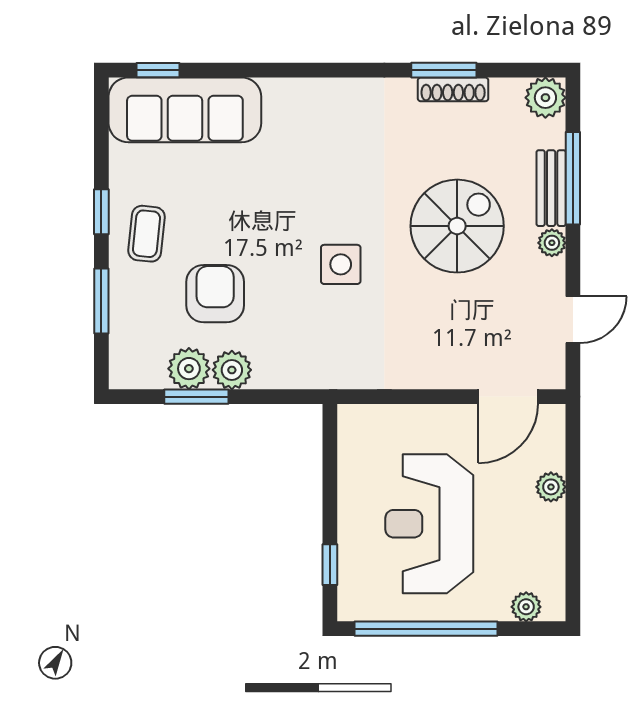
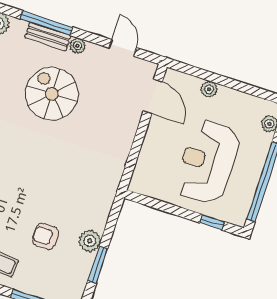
side table: (341, 264) -> (52, 163), removed
armchair: (215, 294) -> (46, 236), width x0.72, depth x0.72
plant: (189, 369) -> (81, 264), removed
reception desk: (429, 524) -> (207, 161), turned 90

